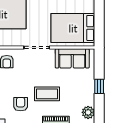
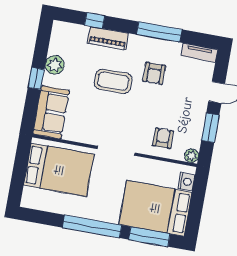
sofa: (72, 58) -> (51, 112), moved, turned 90
plant: (88, 112) -> (55, 65), moved

